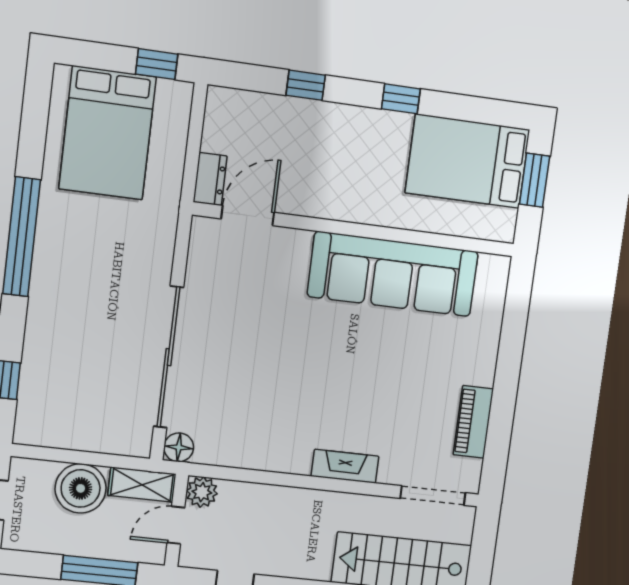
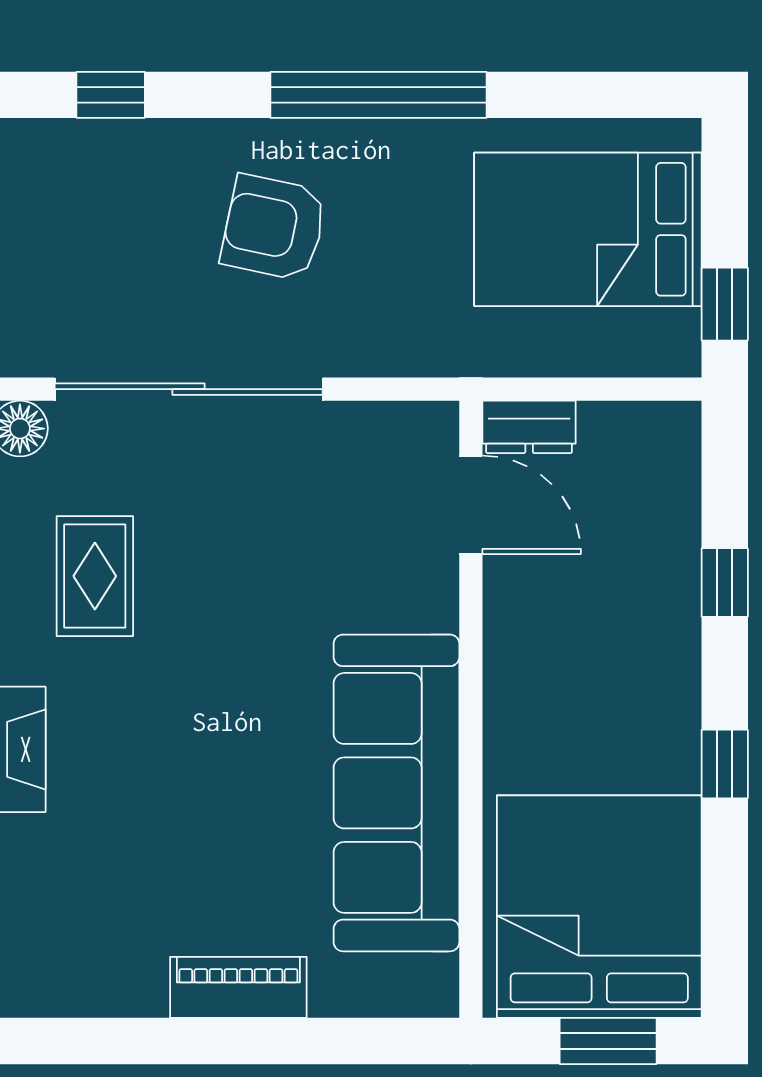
bed: (467, 161) -> (599, 907), width x1.36
armchair: (87, 302) -> (274, 228), added
rug: (261, 417) -> (95, 576), added
piano: (473, 422) -> (238, 987), moved

